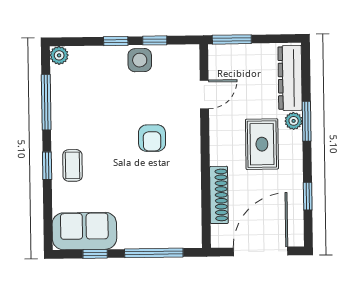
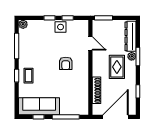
door: (204, 94) -> (90, 43), hinge flipped
sofa: (84, 231) -> (39, 106), width x1.36

